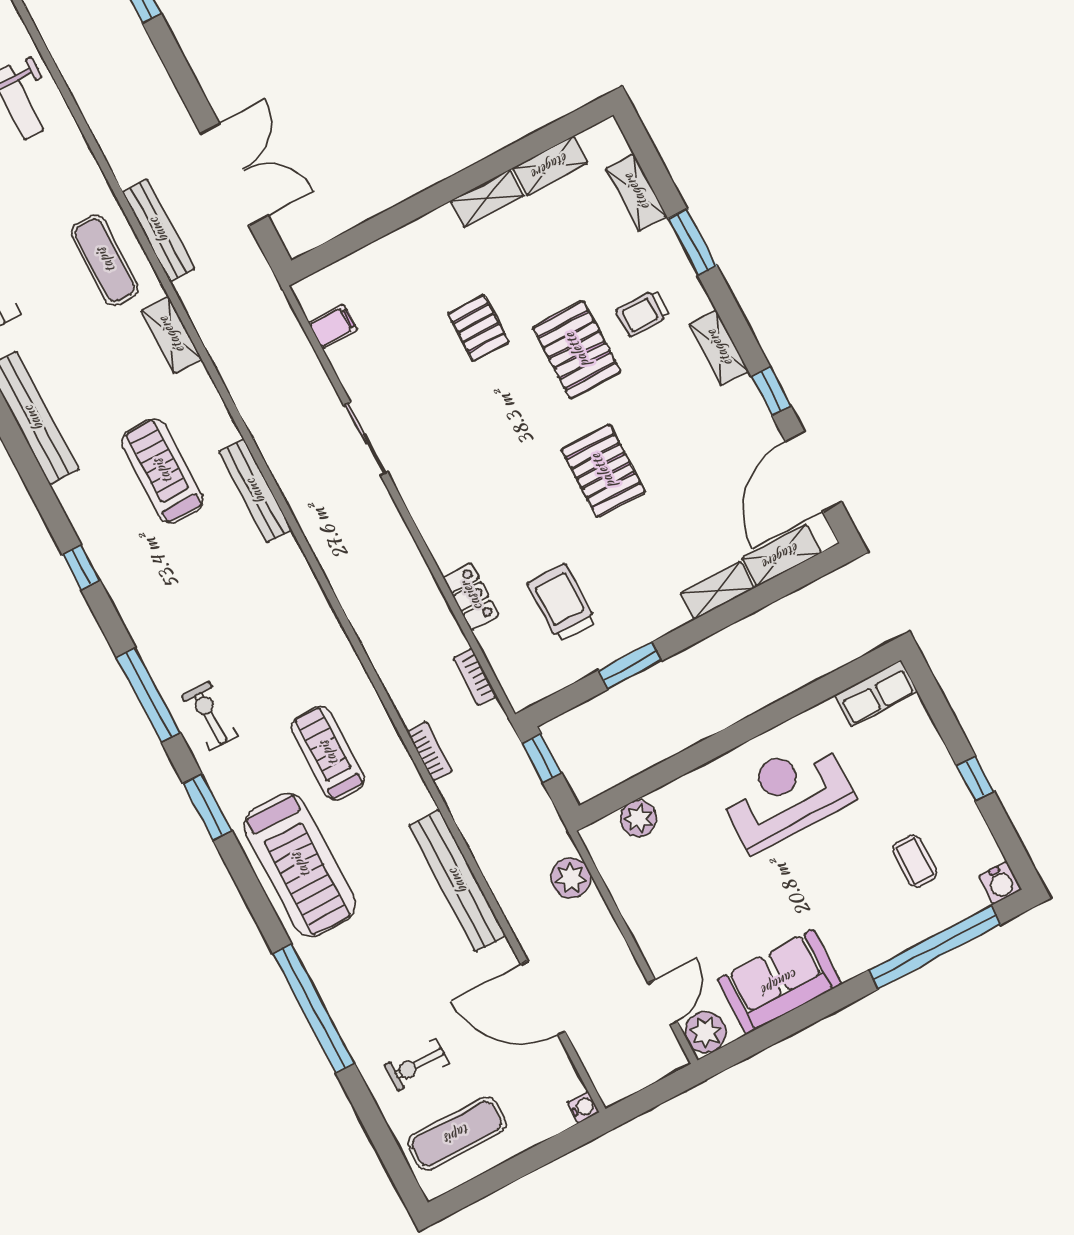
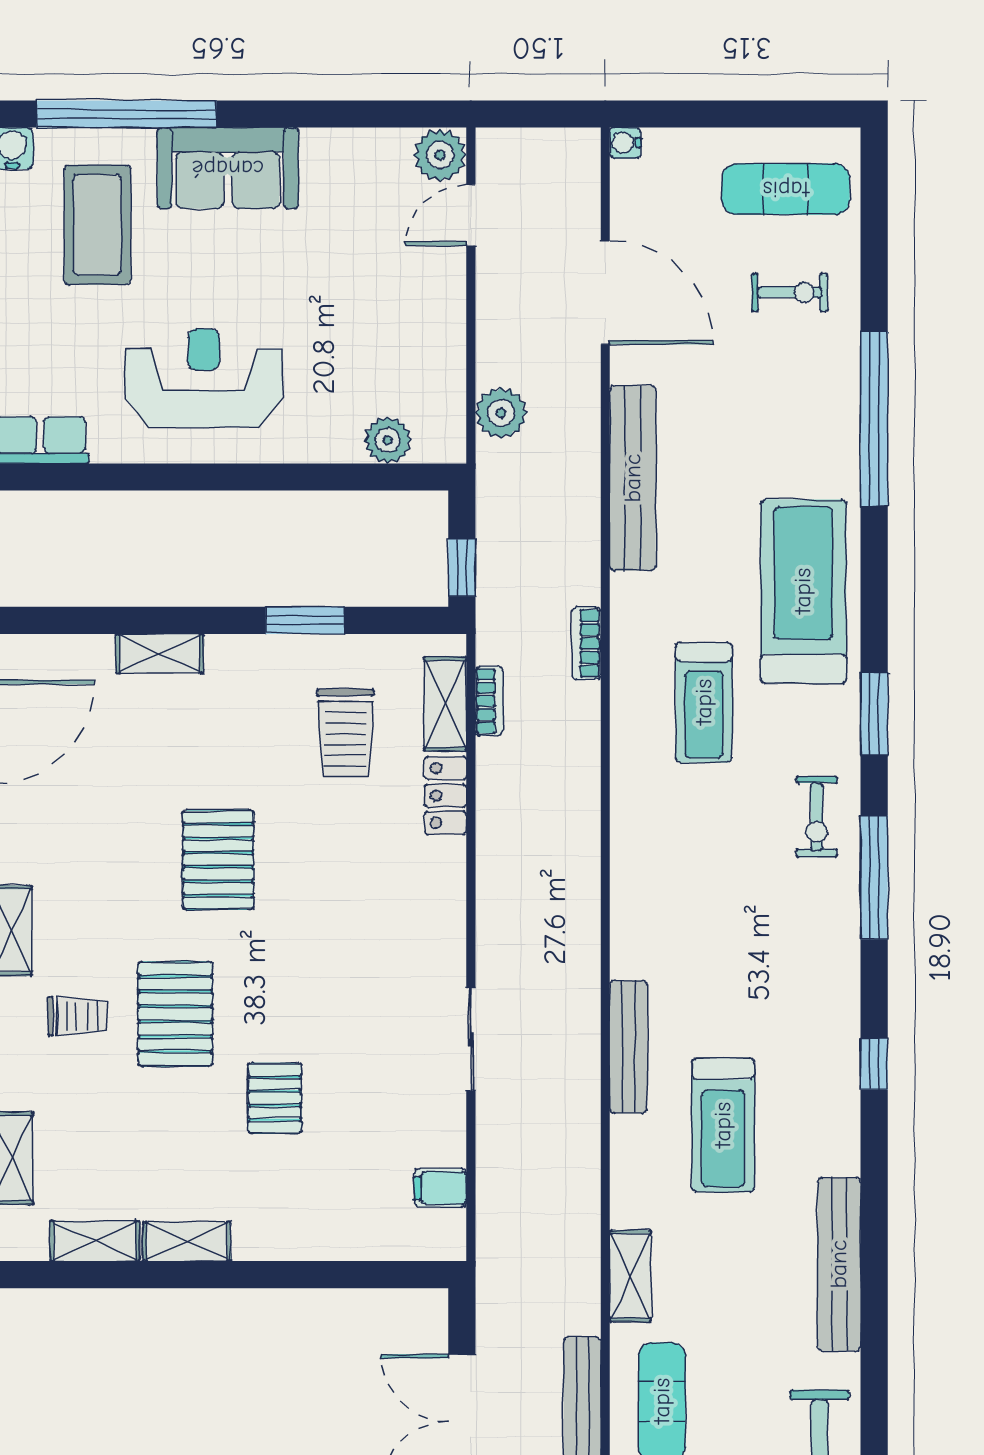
shelving: (781, 556) -> (445, 704), moved, turned 90
reception desk: (786, 795) -> (204, 378), turned 180
coffee table: (915, 861) -> (97, 225), width x1.86, depth x1.72
sofa: (780, 982) -> (228, 168), moved

